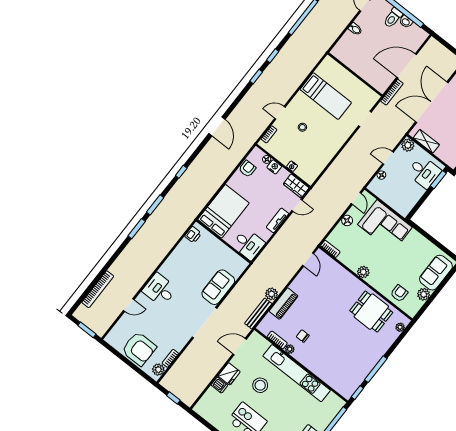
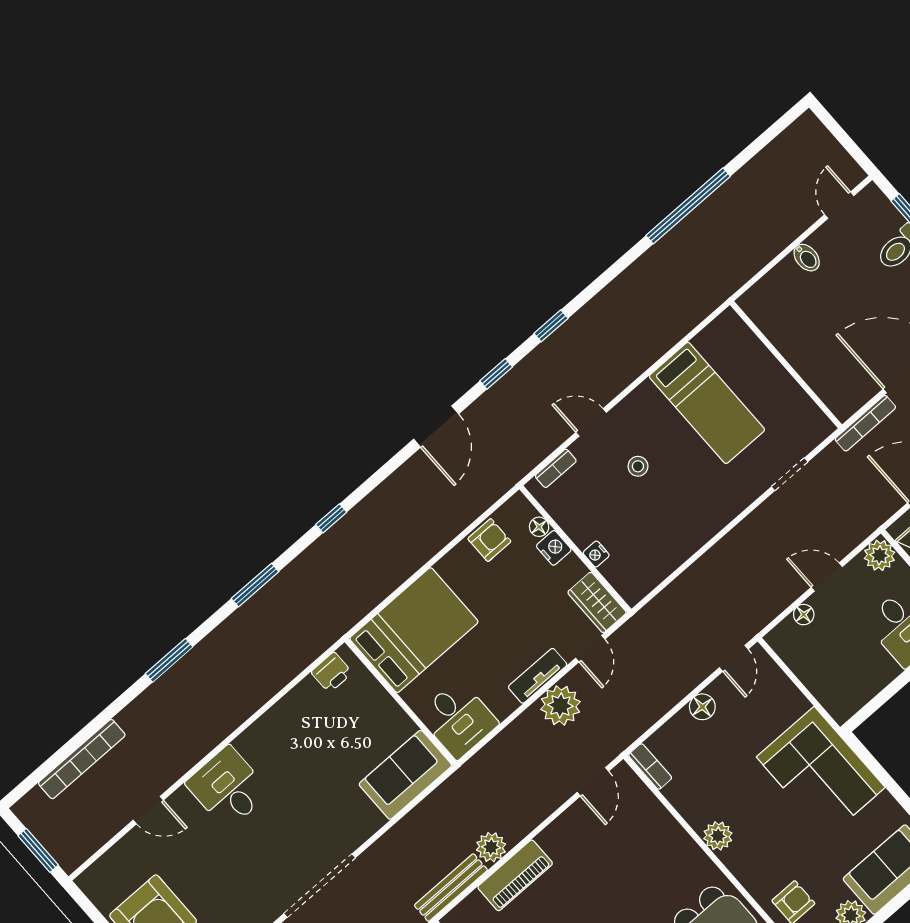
window: (273, 56) -> (496, 374), moved
door: (297, 205) -> (590, 649), hinge flipped
corner sofa: (385, 226) -> (821, 772), moved
window: (137, 229) -> (169, 660), moved
plant: (289, 231) -> (560, 705), added
sofa: (218, 287) -> (405, 775), moved

